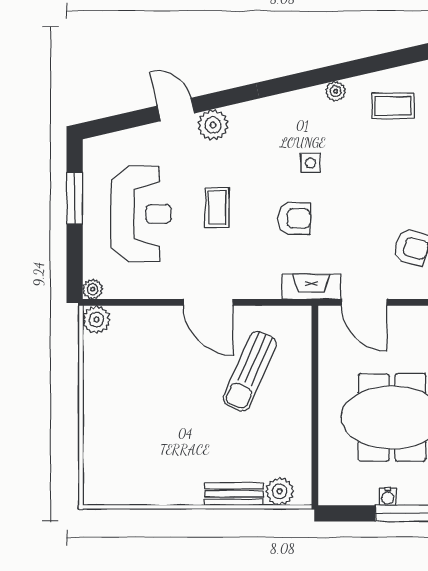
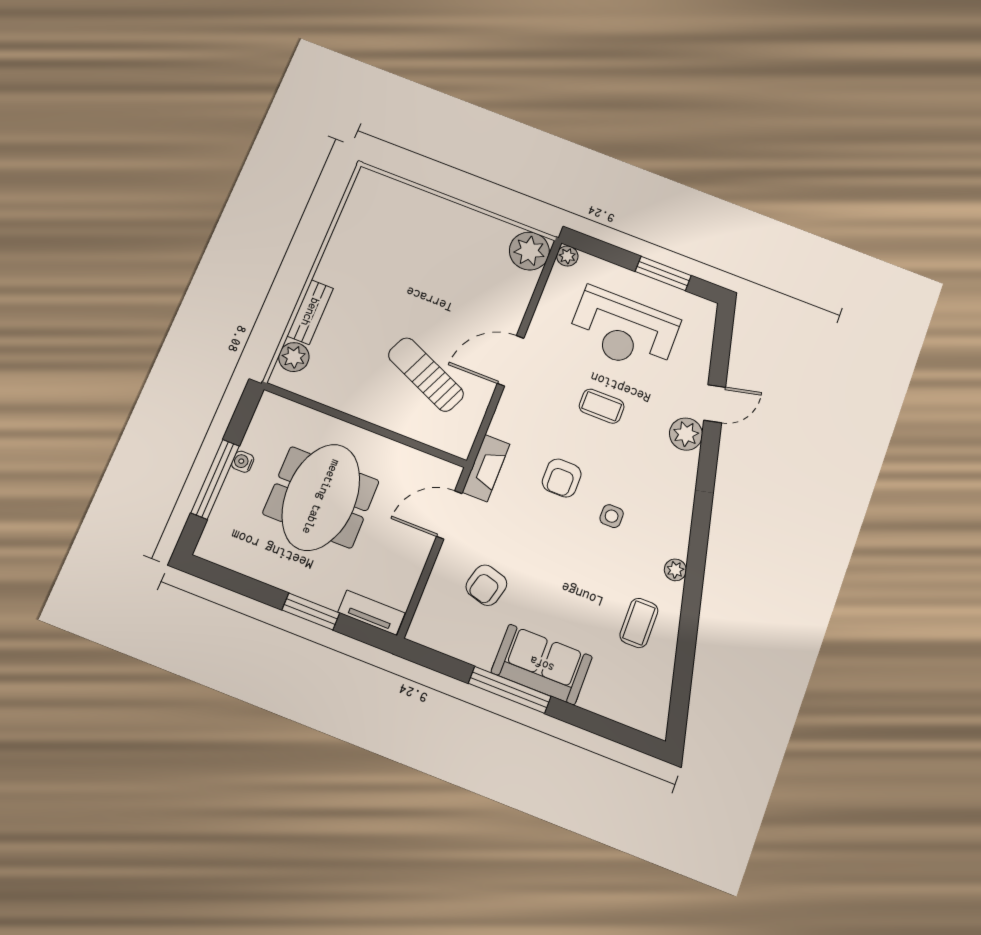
plant: (96, 320) -> (529, 251), width x1.36, depth x1.36

